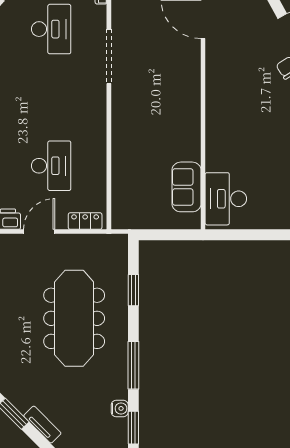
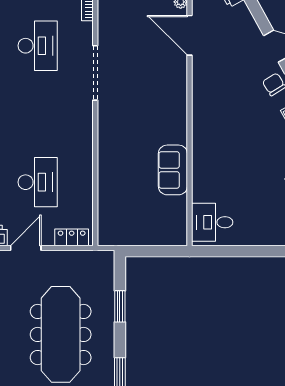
sofa: (186, 187) -> (173, 170), moved
desk: (226, 199) -> (212, 222), width x0.73

